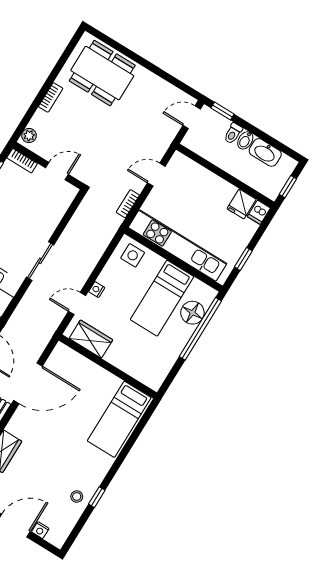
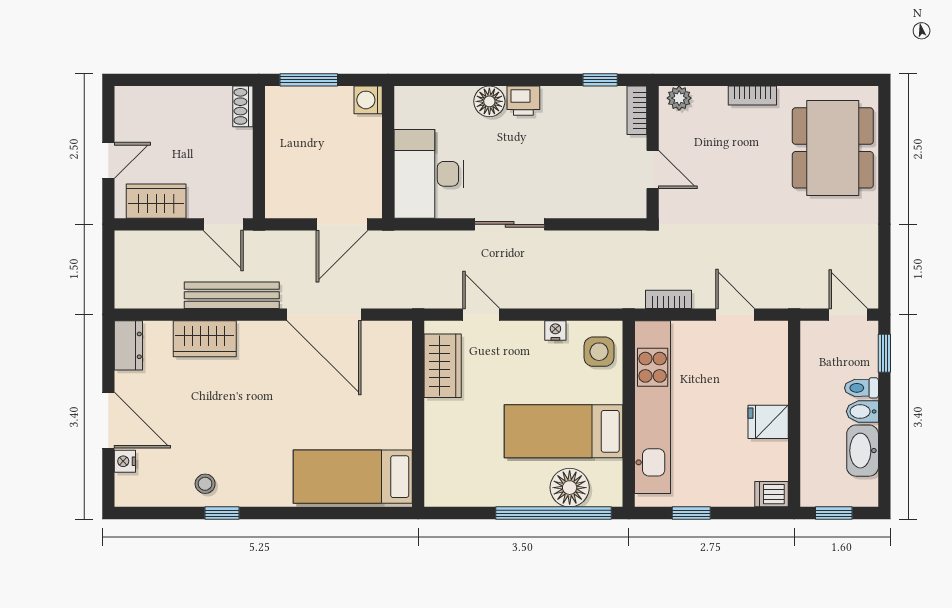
fridge: (242, 204) -> (768, 422), moved
nightstand: (97, 290) -> (555, 330), moved

